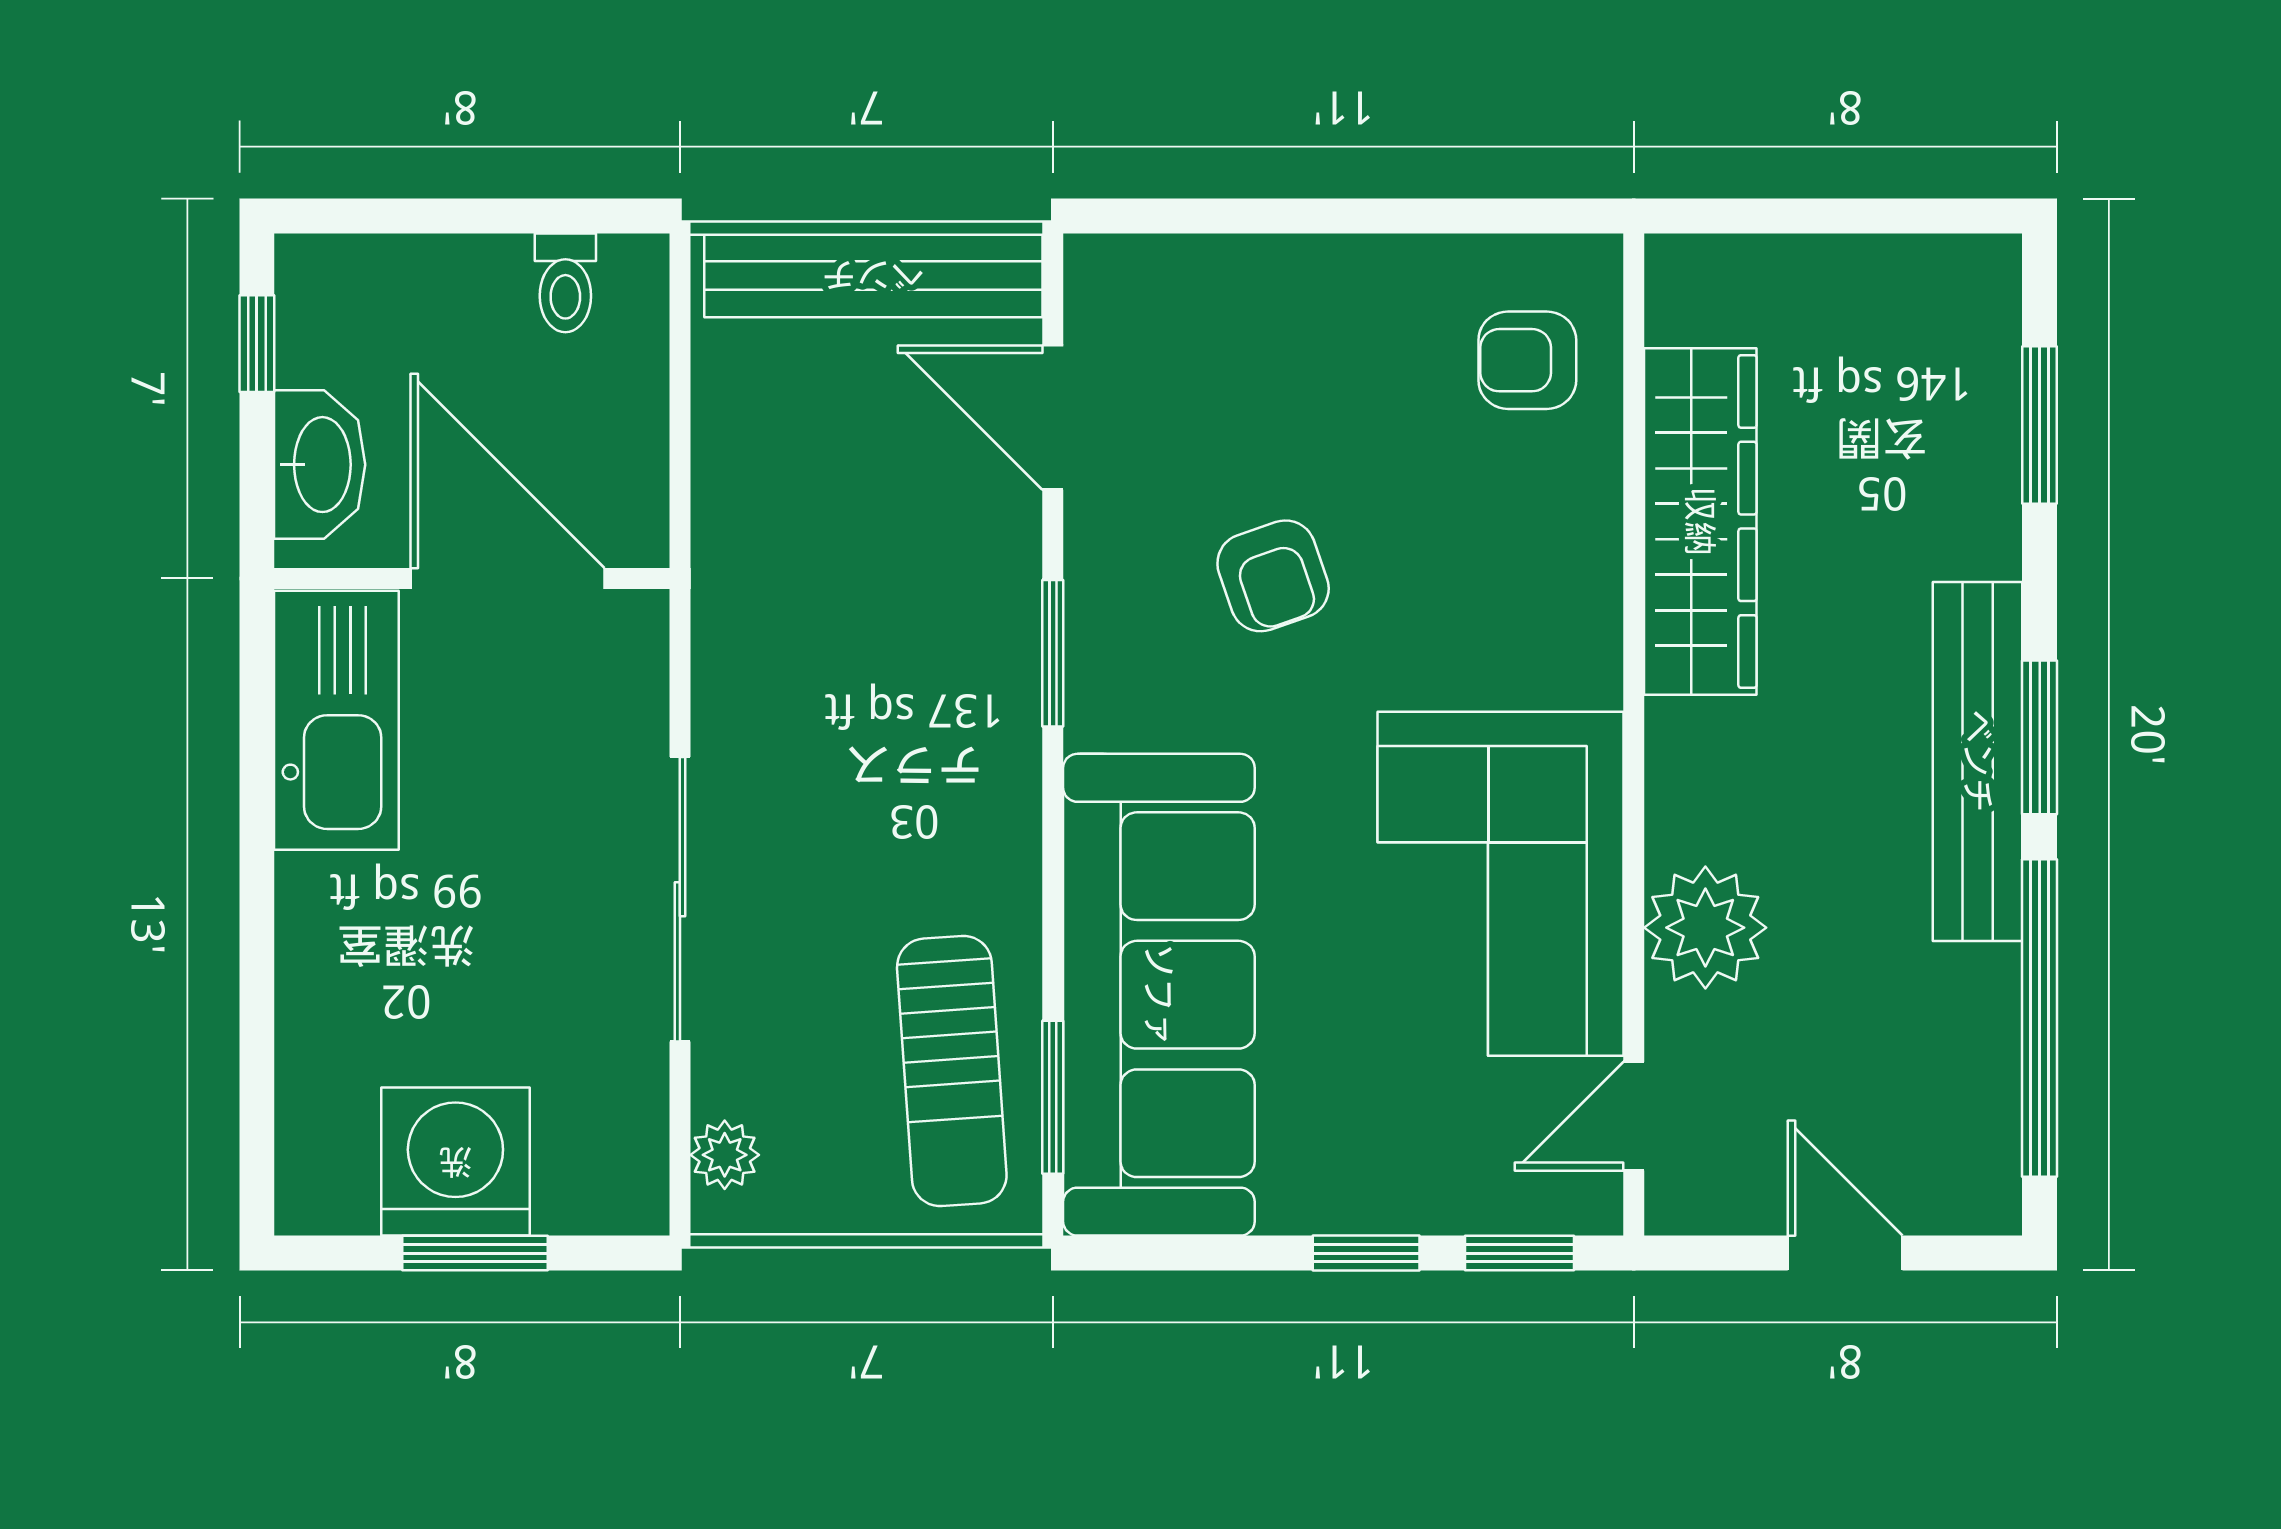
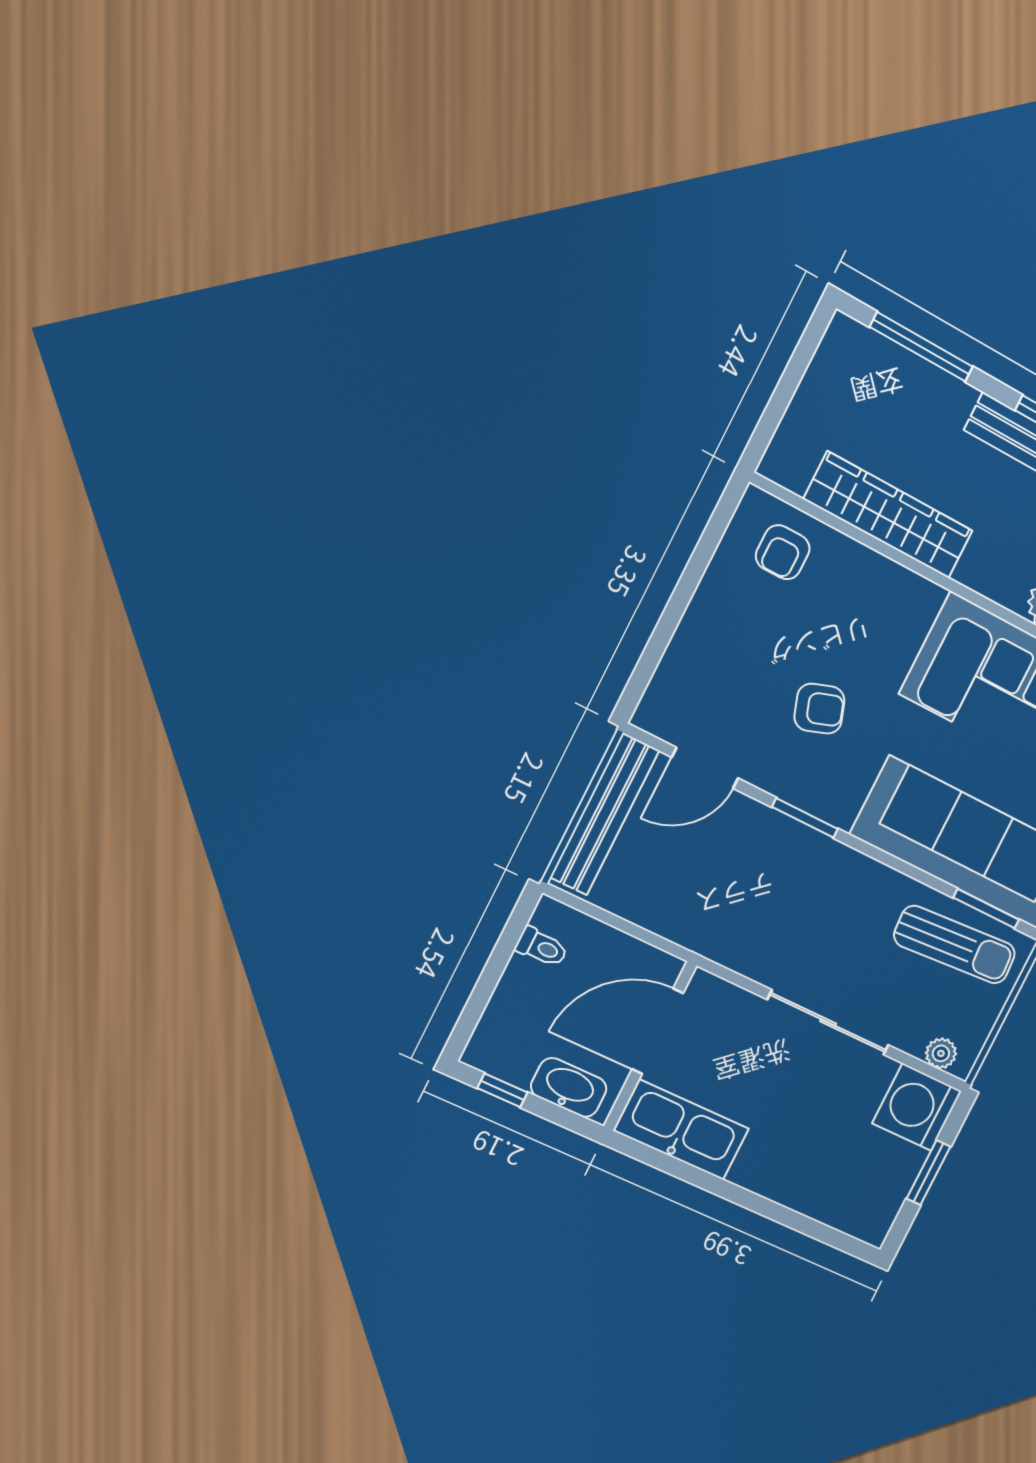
window: (2040, 425) -> (921, 347), width x1.44
washing machine: (455, 1162) -> (917, 1107), moved

